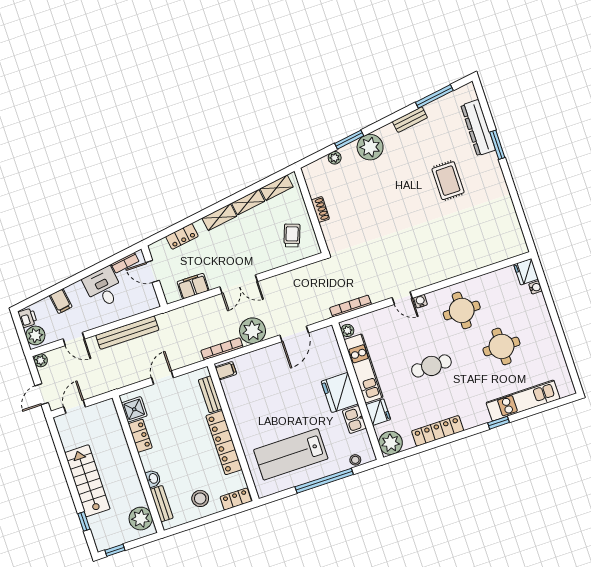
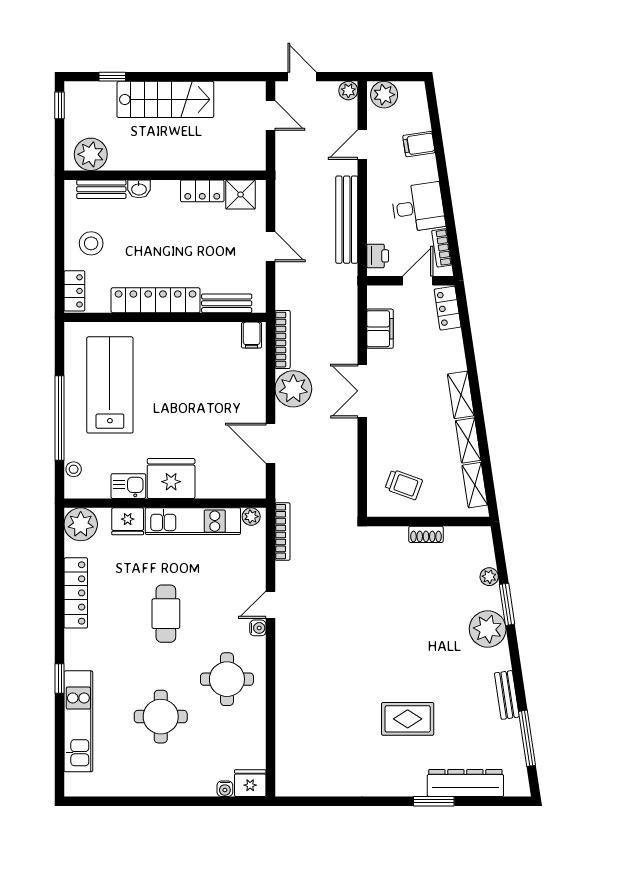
locker: (182, 236) -> (448, 308), moved
printer: (28, 318) -> (378, 256), moved, turned -90

